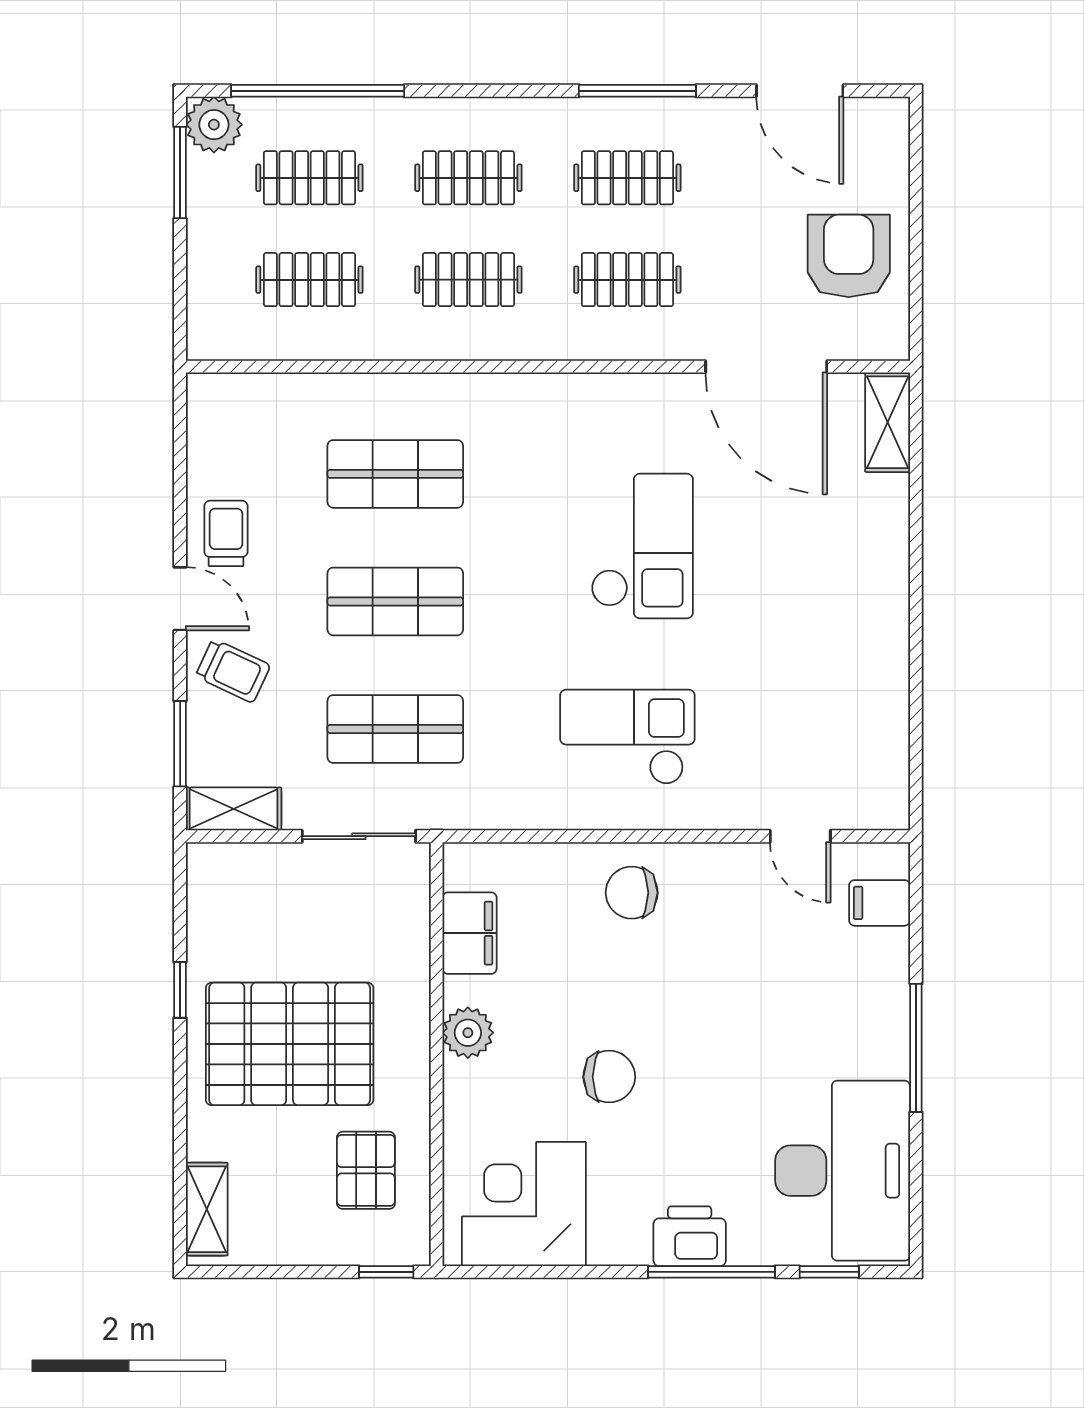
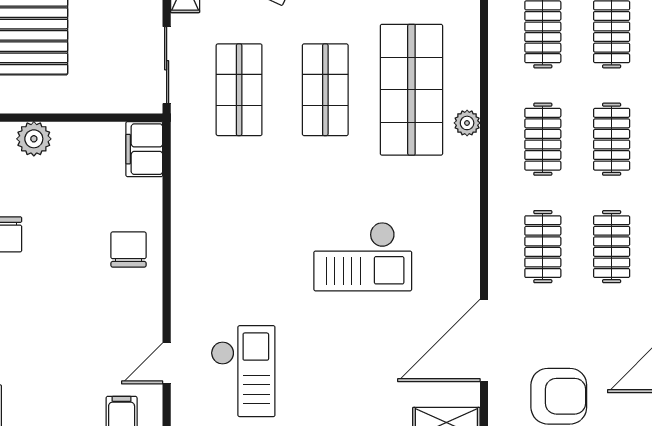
plant: (444, 392) -> (467, 123), added
shop shelf: (395, 474) -> (411, 90), width x1.43, depth x1.36
checkout: (627, 737) -> (243, 371), moved
filing cabinet: (470, 933) -> (144, 149), moved, turned 90

